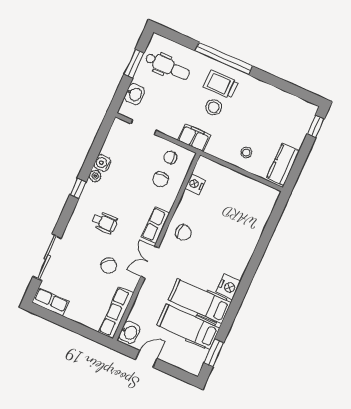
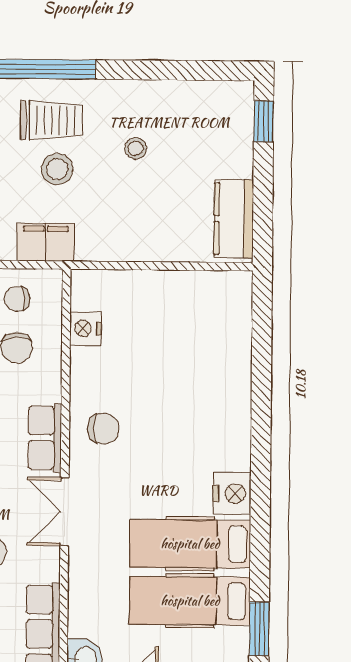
trolley: (221, 84) -> (52, 120), turned 180
stool: (246, 152) -> (136, 148), moved

